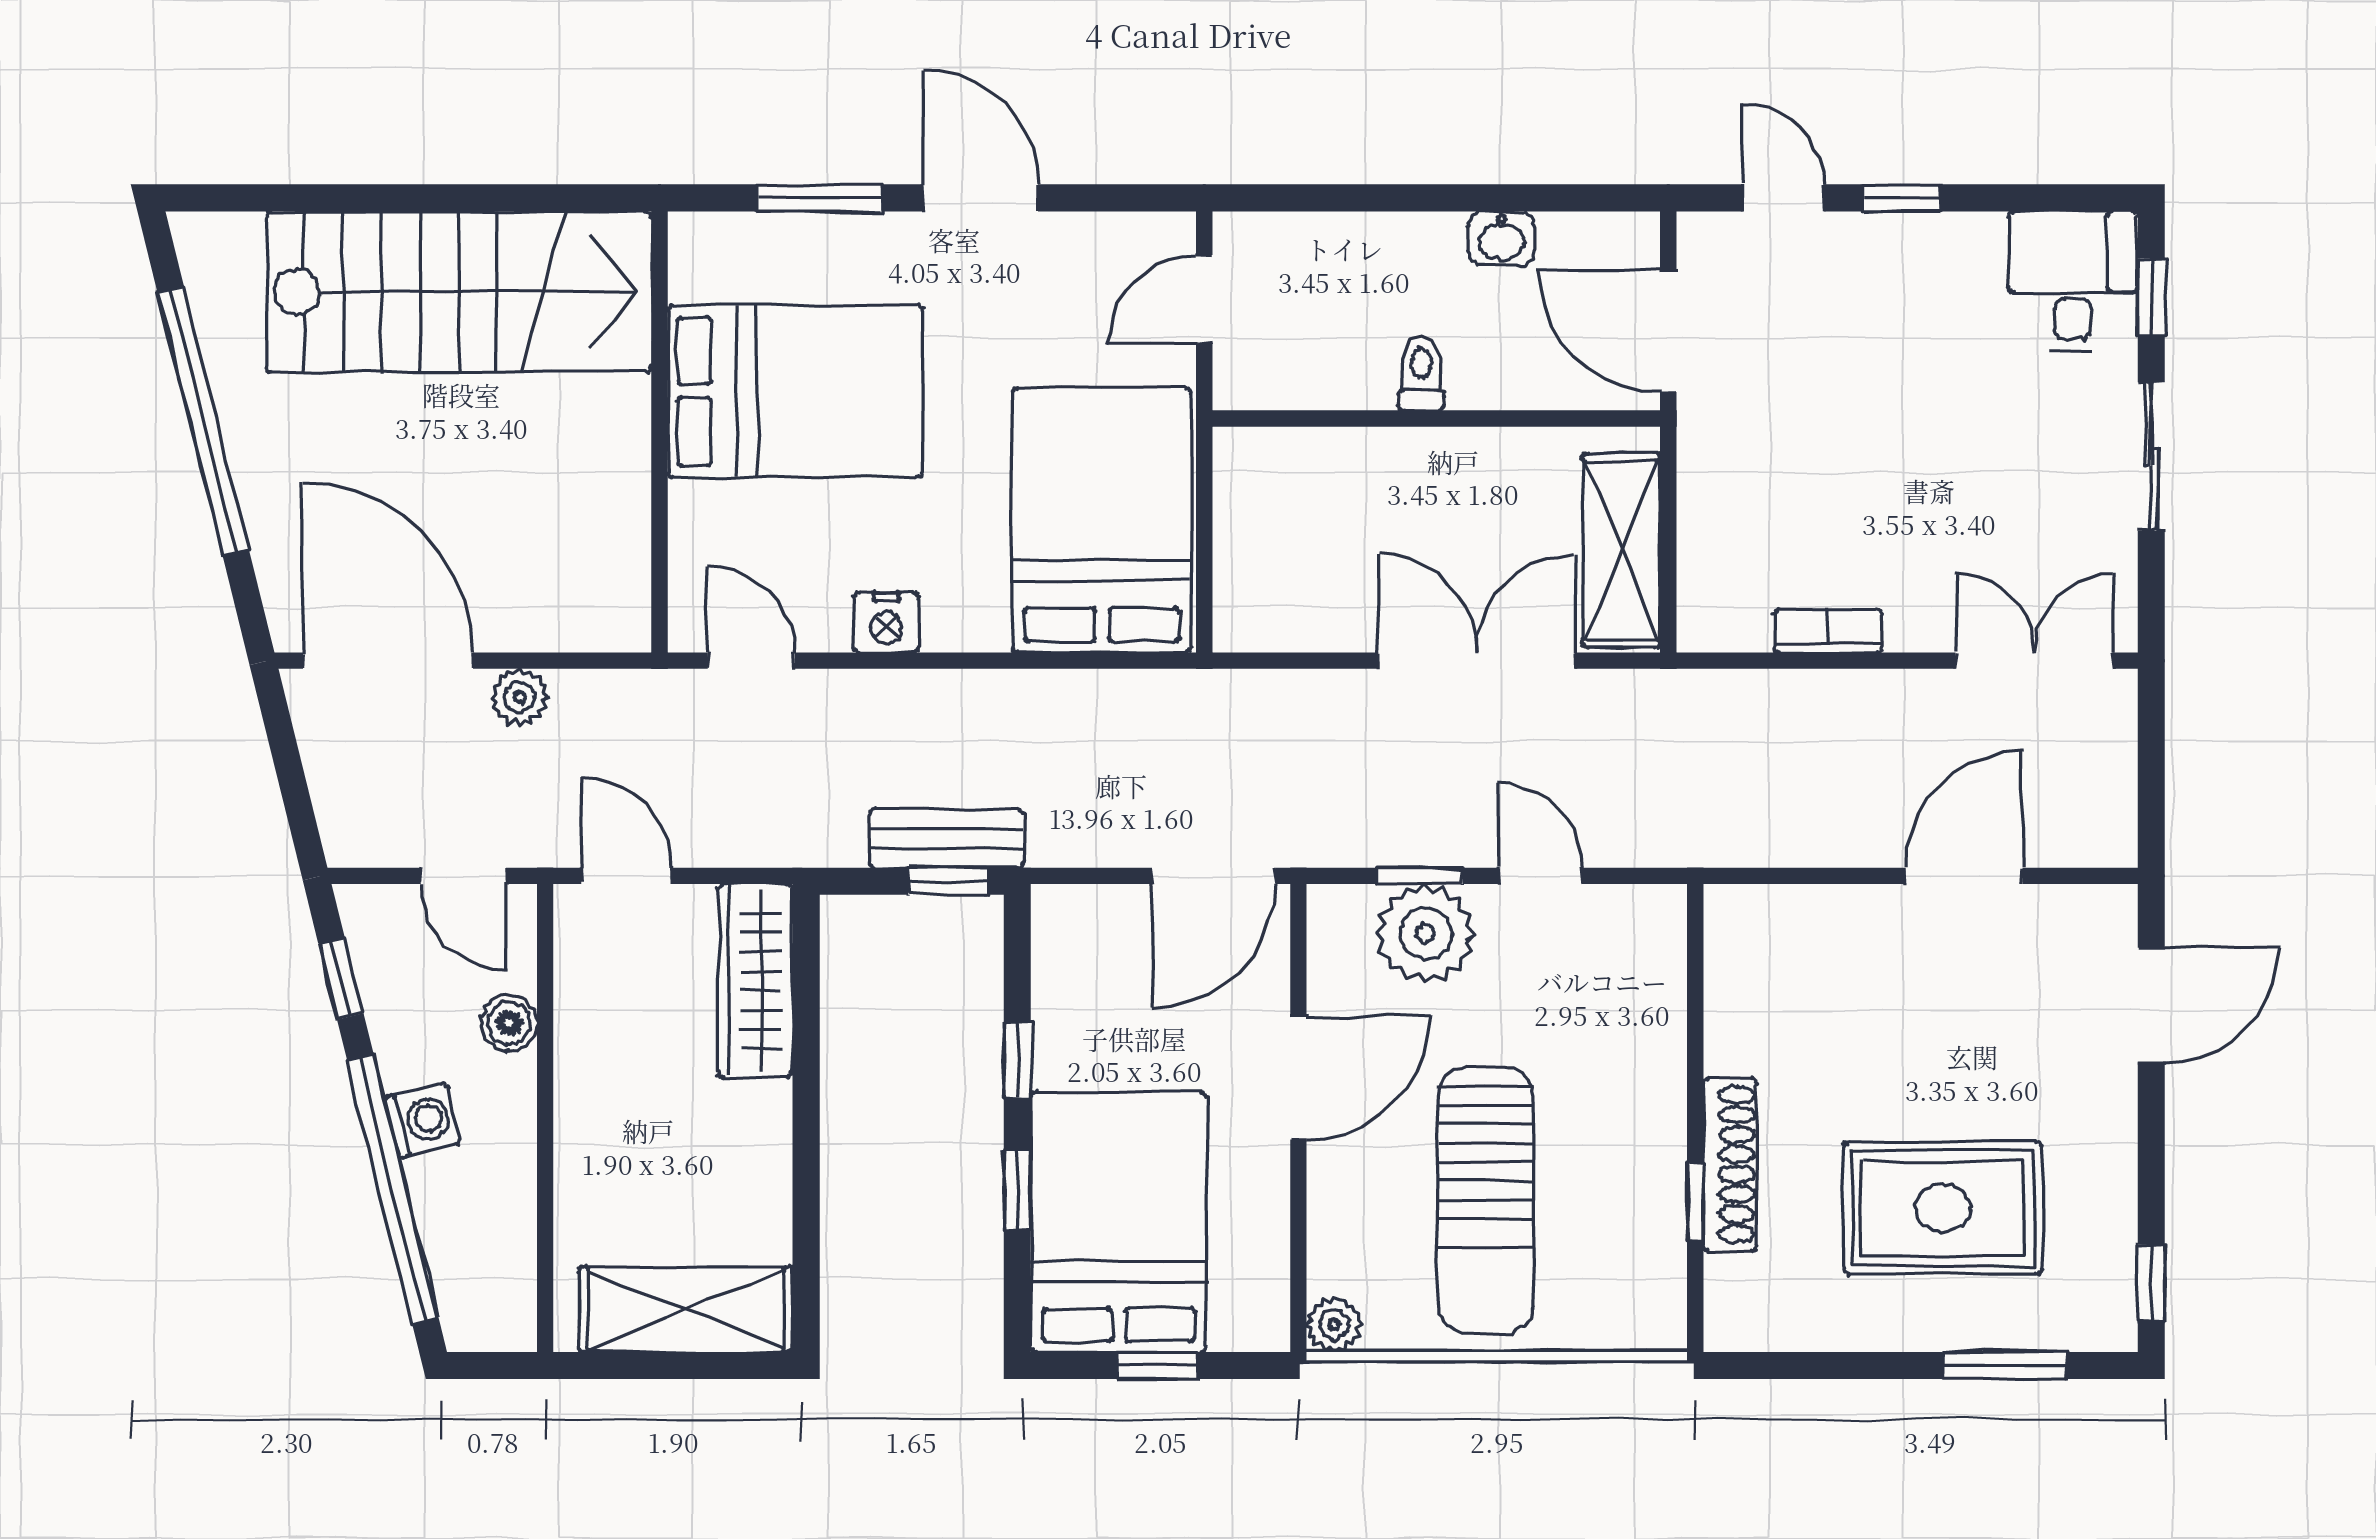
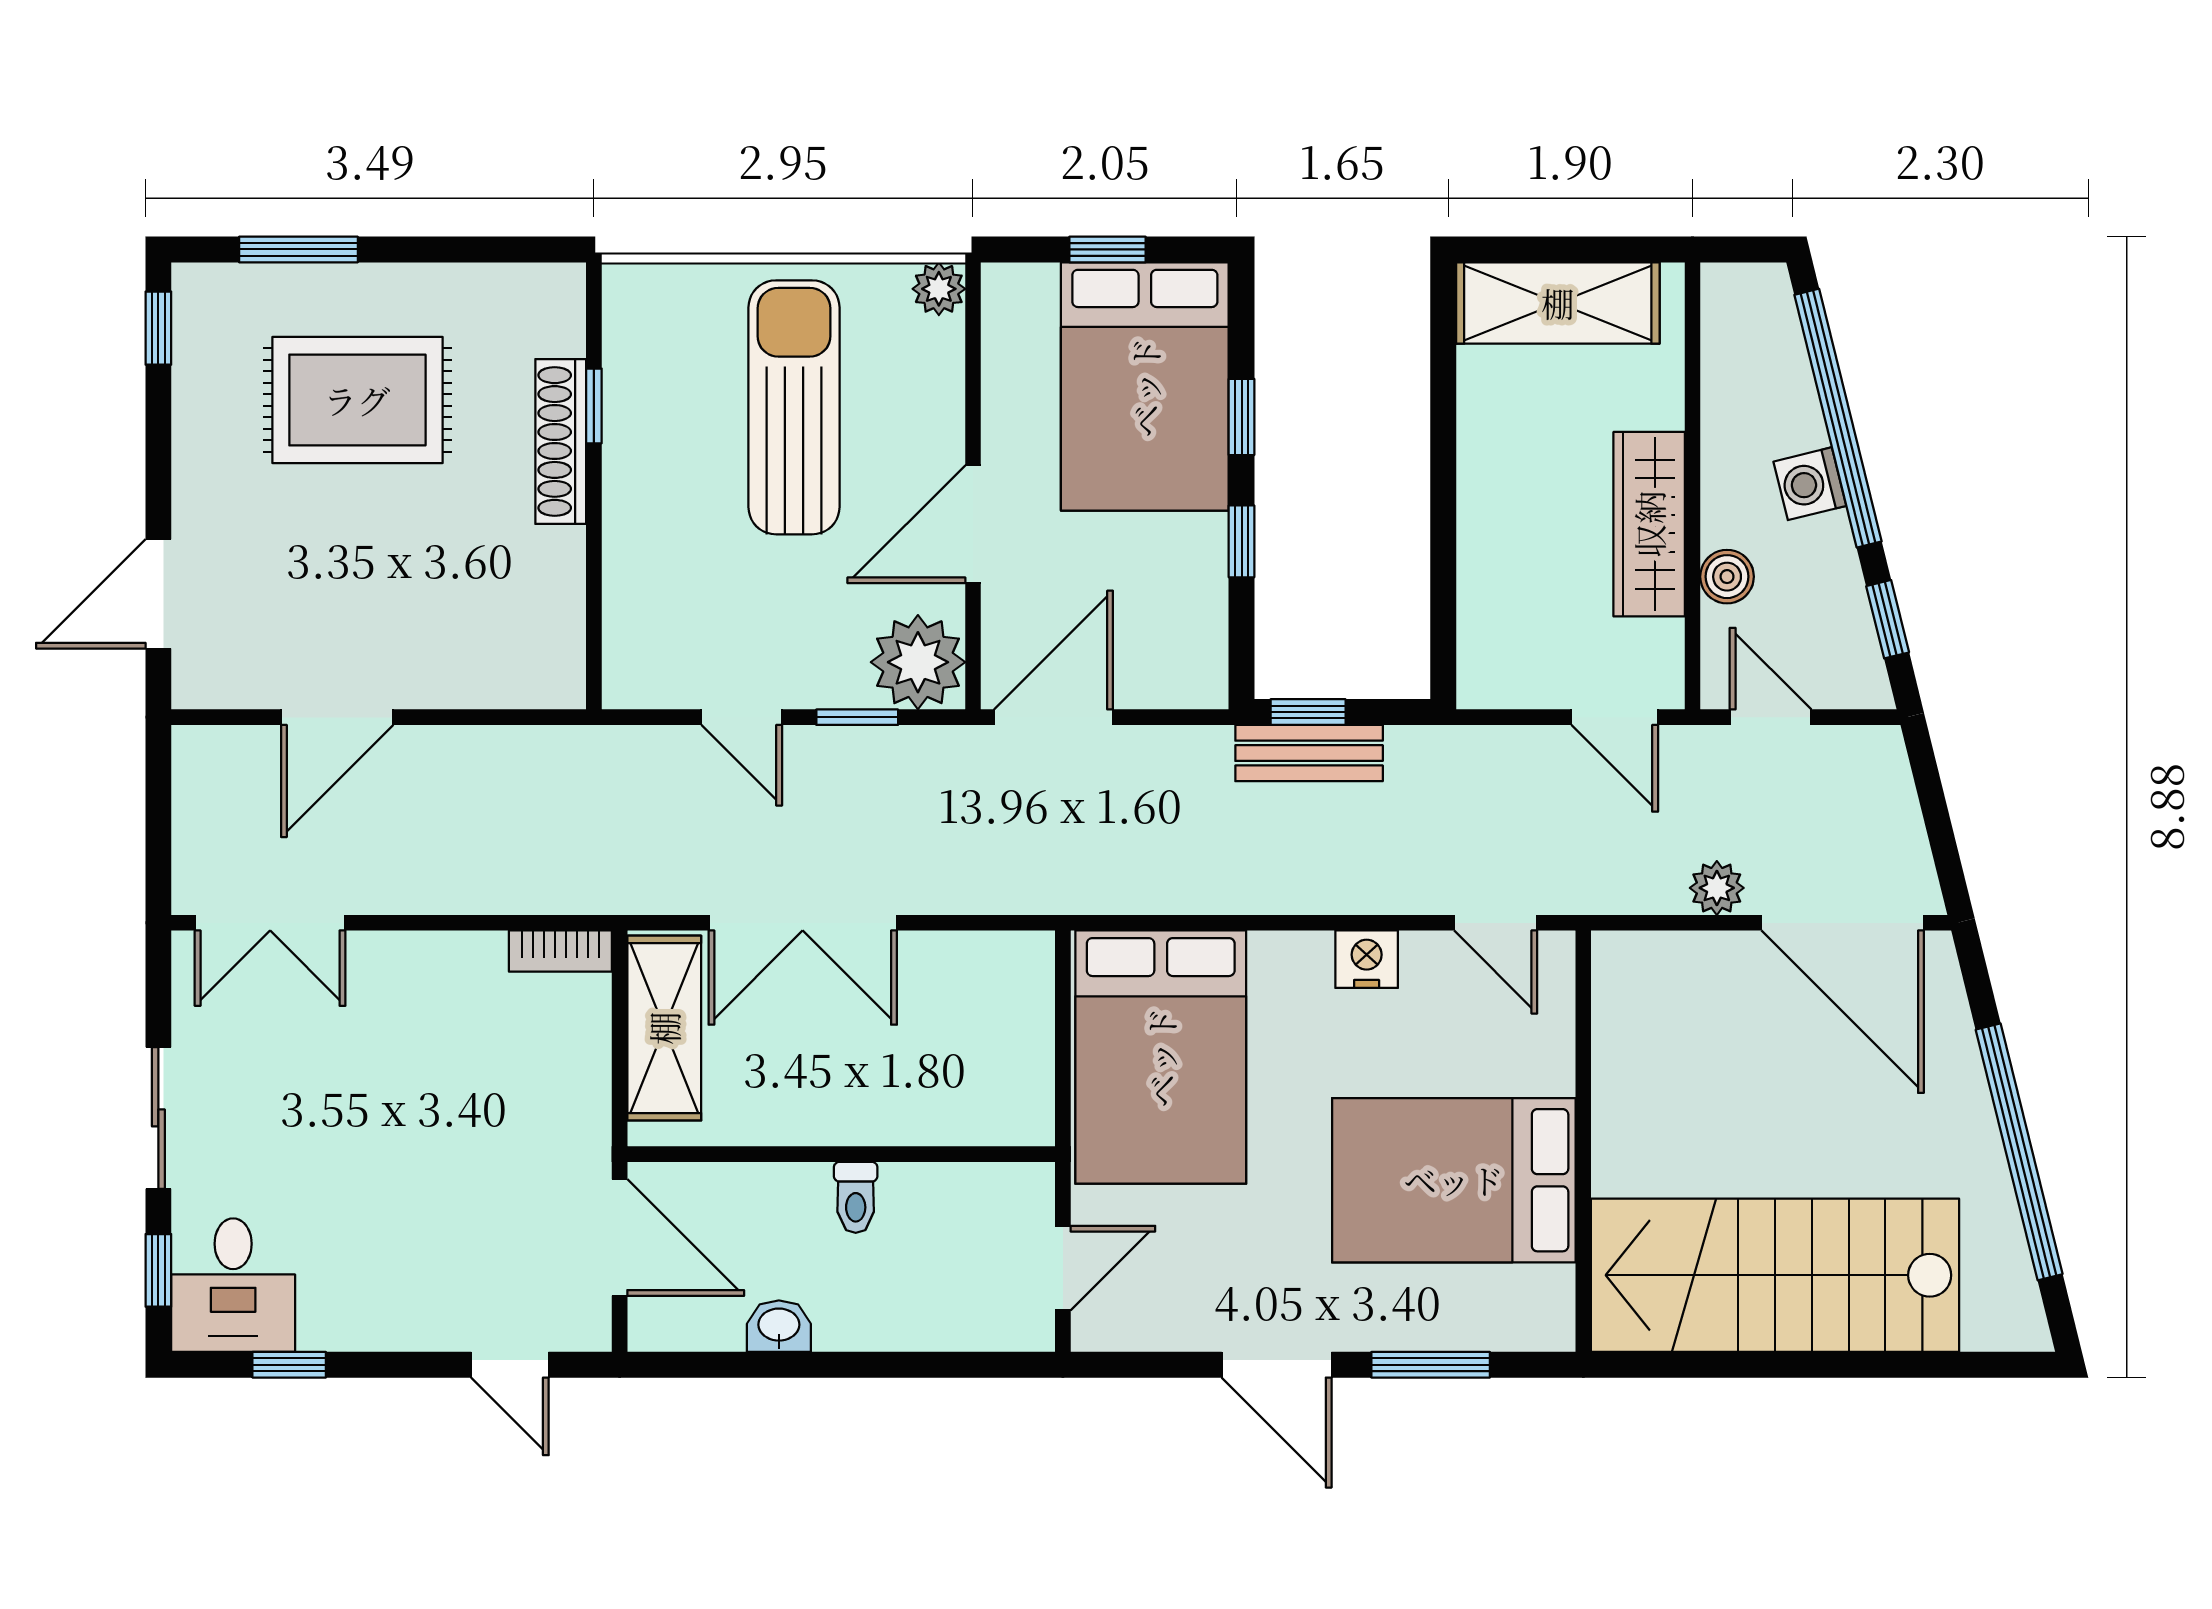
window: (1901, 198) -> (289, 1365), moved
bookcase: (1828, 631) -> (560, 951), moved
plant: (1425, 933) -> (918, 662), moved
wardrobe: (755, 981) -> (1649, 524), moved, turned 180

